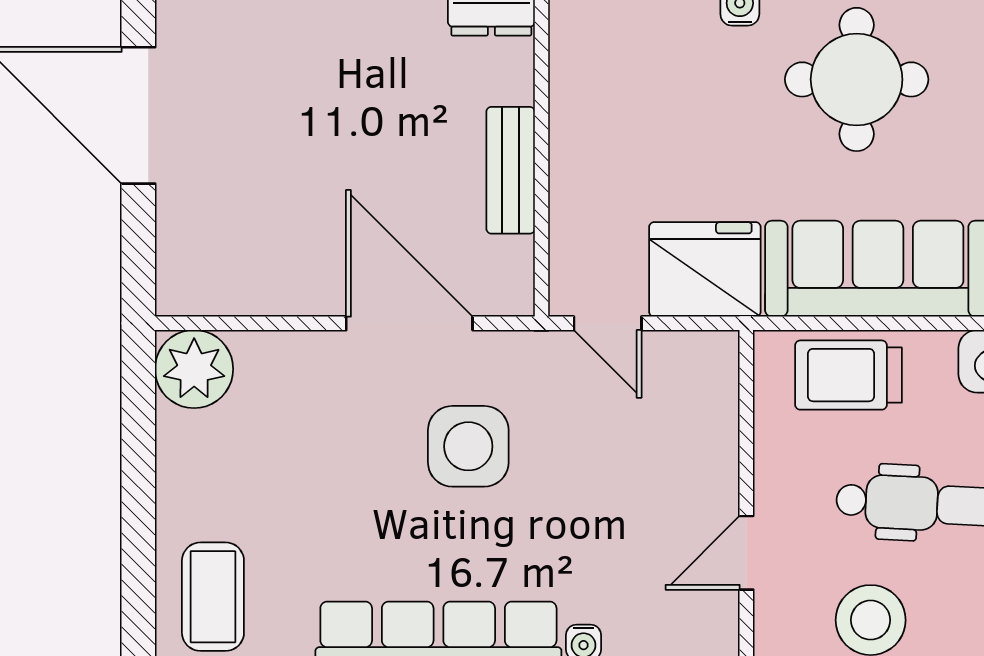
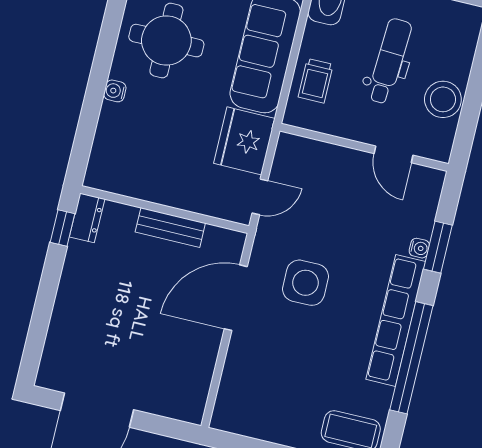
plant: (194, 369) -> (233, 413), removed
trolley: (848, 375) -> (316, 81), width x0.73, depth x0.72

